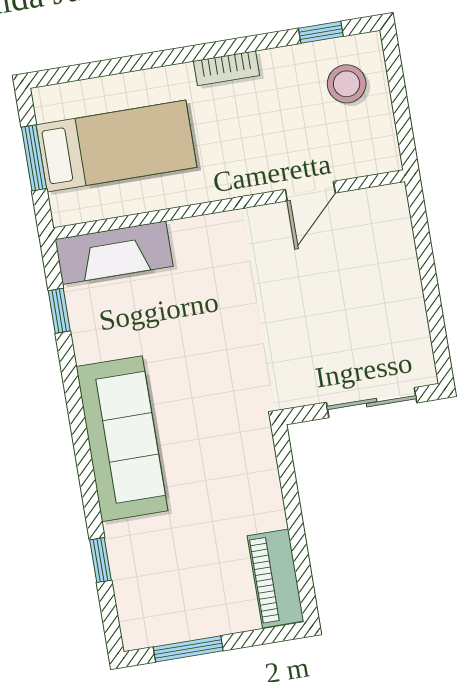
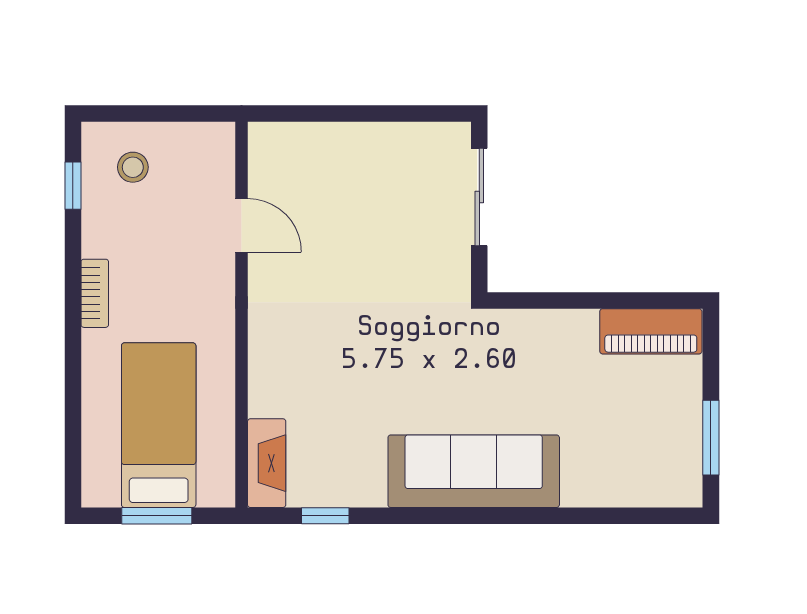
stool: (347, 84) -> (133, 167), width x0.73, depth x0.73
fireplace: (114, 253) -> (267, 463), width x0.73, depth x0.76
window: (101, 560) -> (600, 516), removed

